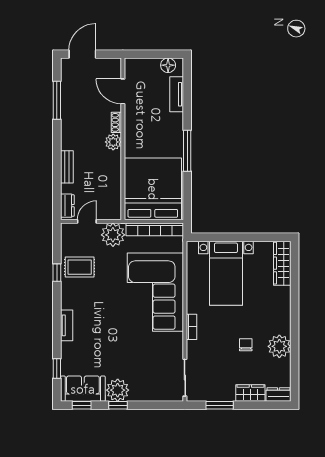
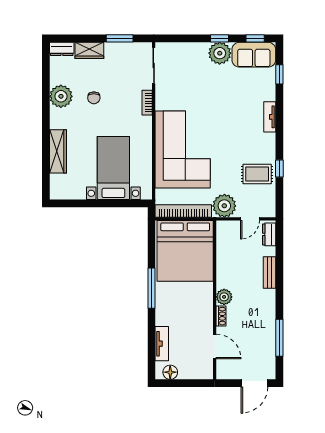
wardrobe: (282, 263) -> (58, 151), moved
bookcase: (191, 327) -> (147, 103), moved

